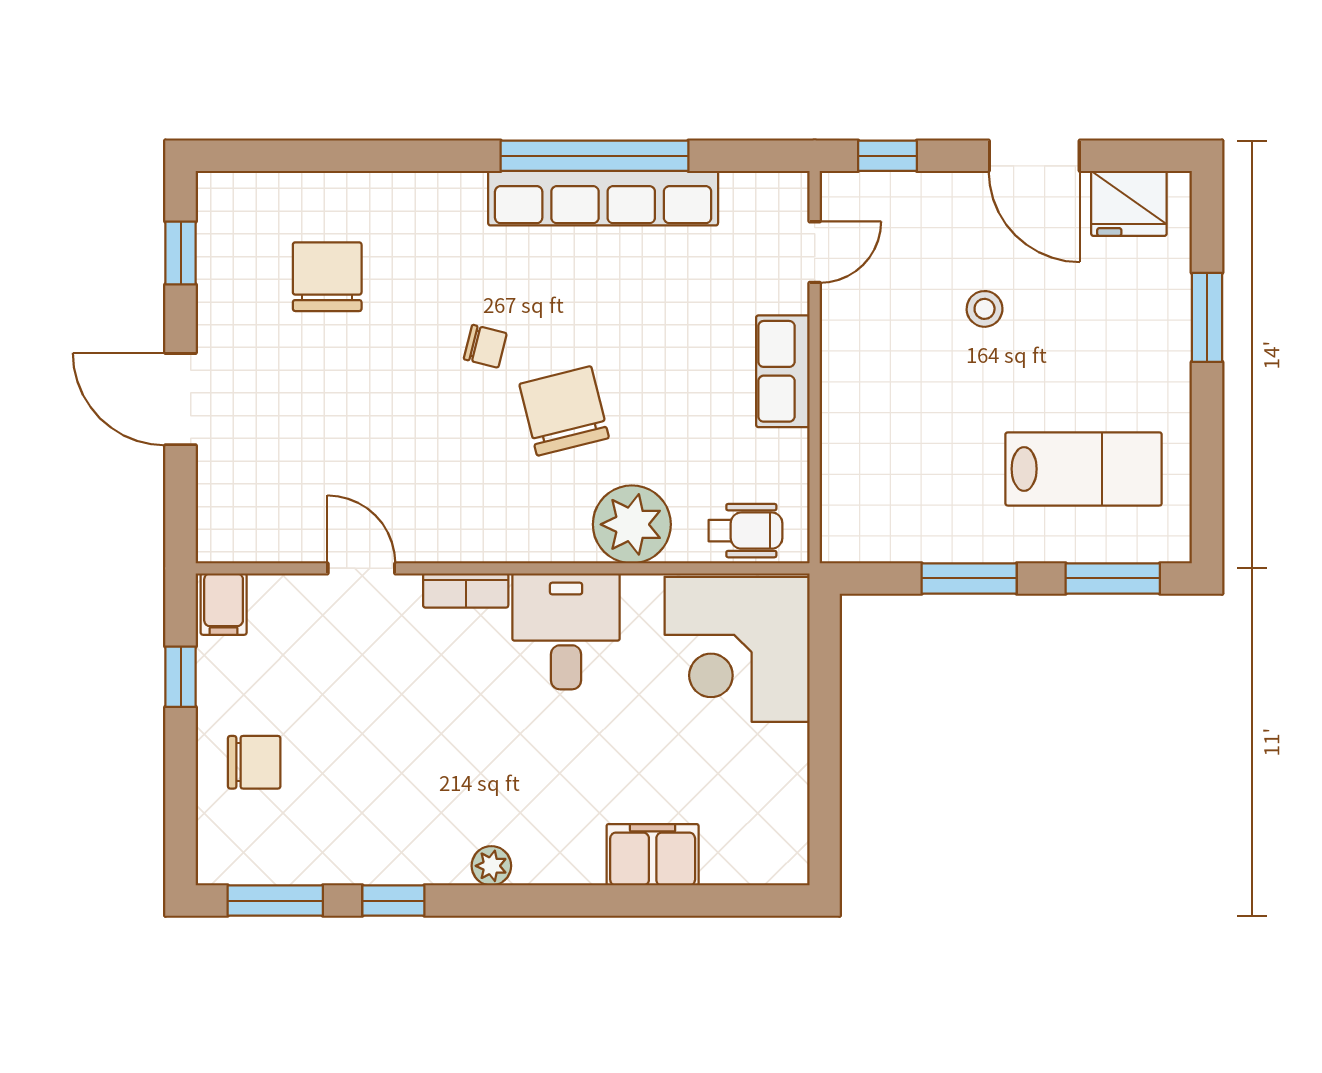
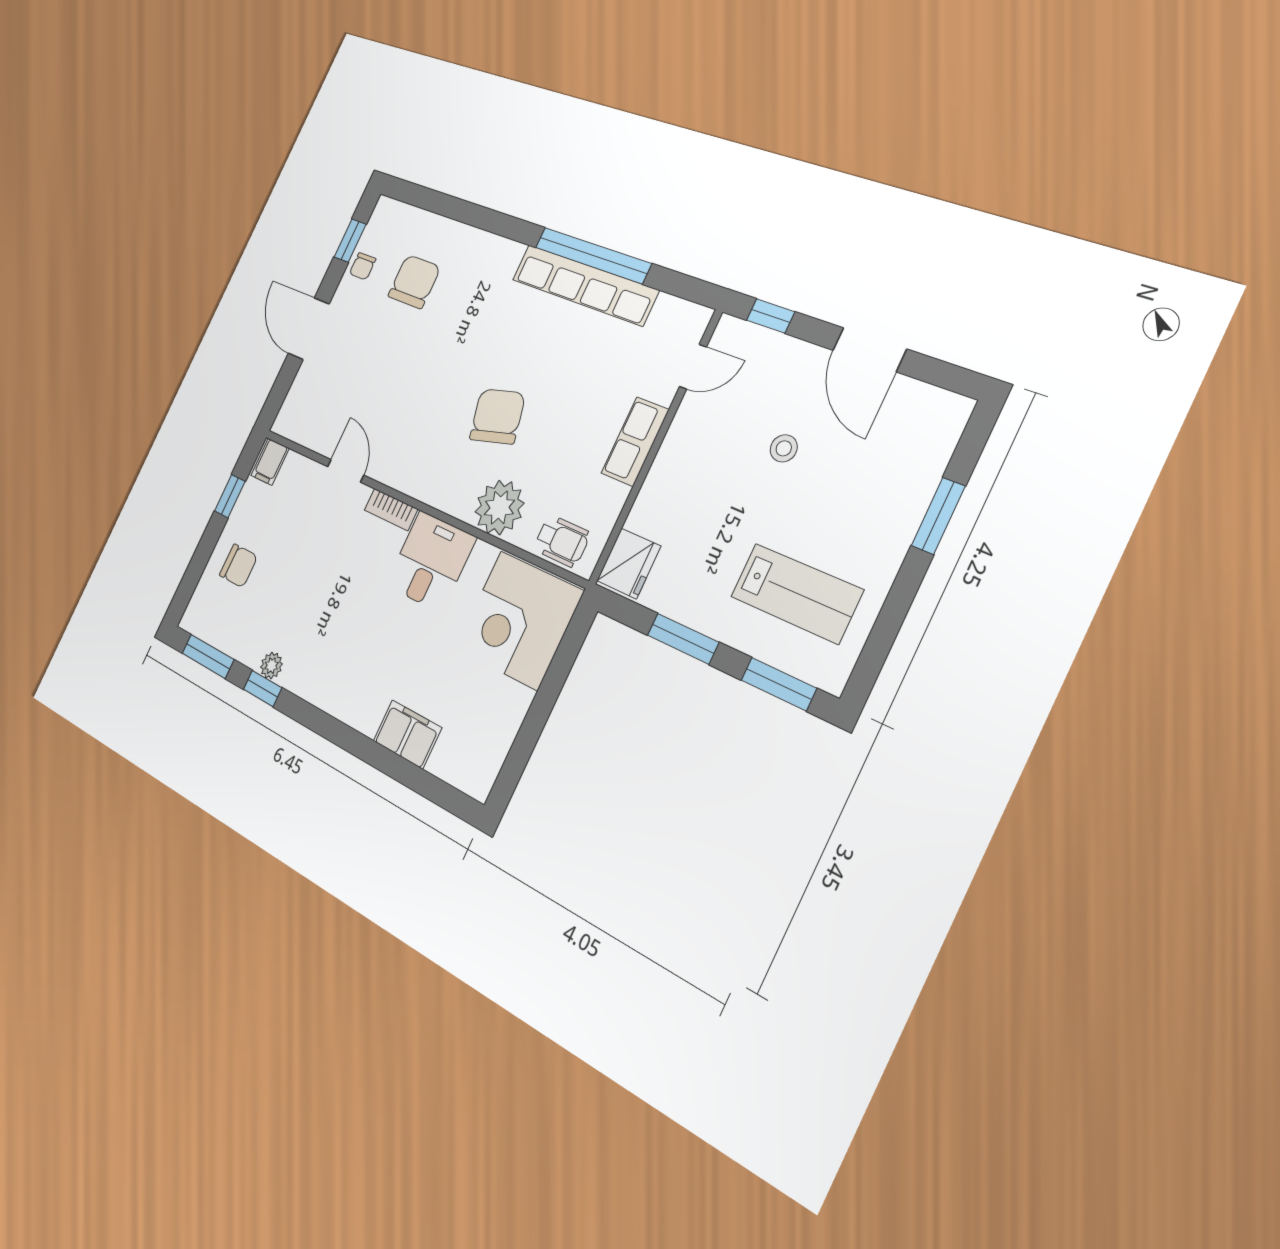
fridge: (1129, 203) -> (629, 563), moved, turned -90
chair: (485, 346) -> (363, 266), moved, turned 76
plant: (491, 866) -> (271, 666), moved

